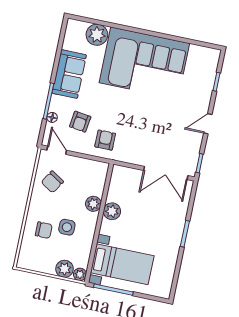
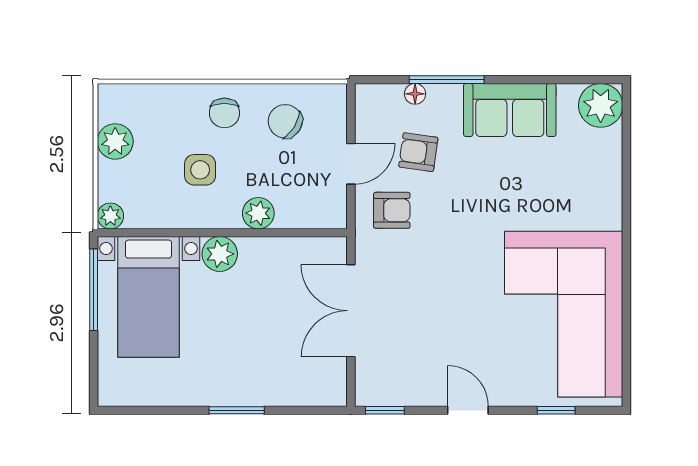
plant: (97, 35) -> (601, 105), moved
corner sofa: (144, 63) -> (564, 314), moved
door: (57, 150) -> (351, 164), moved
double door: (166, 173) -> (351, 311), moved
plant: (112, 211) -> (220, 254), moved
chair: (44, 230) -> (224, 113), moved
plant: (65, 269) -> (115, 141), moved

